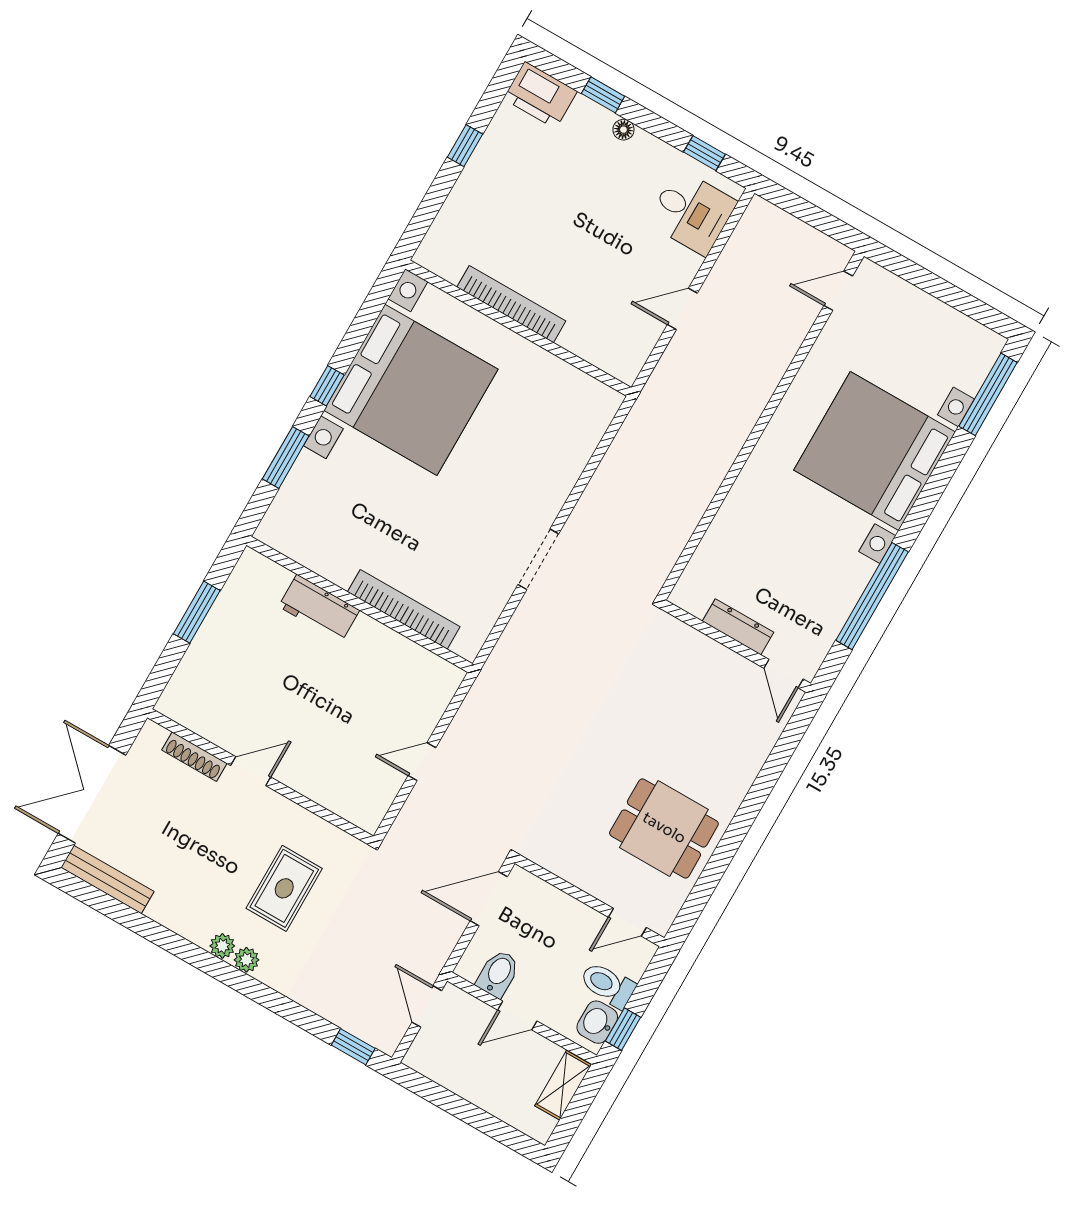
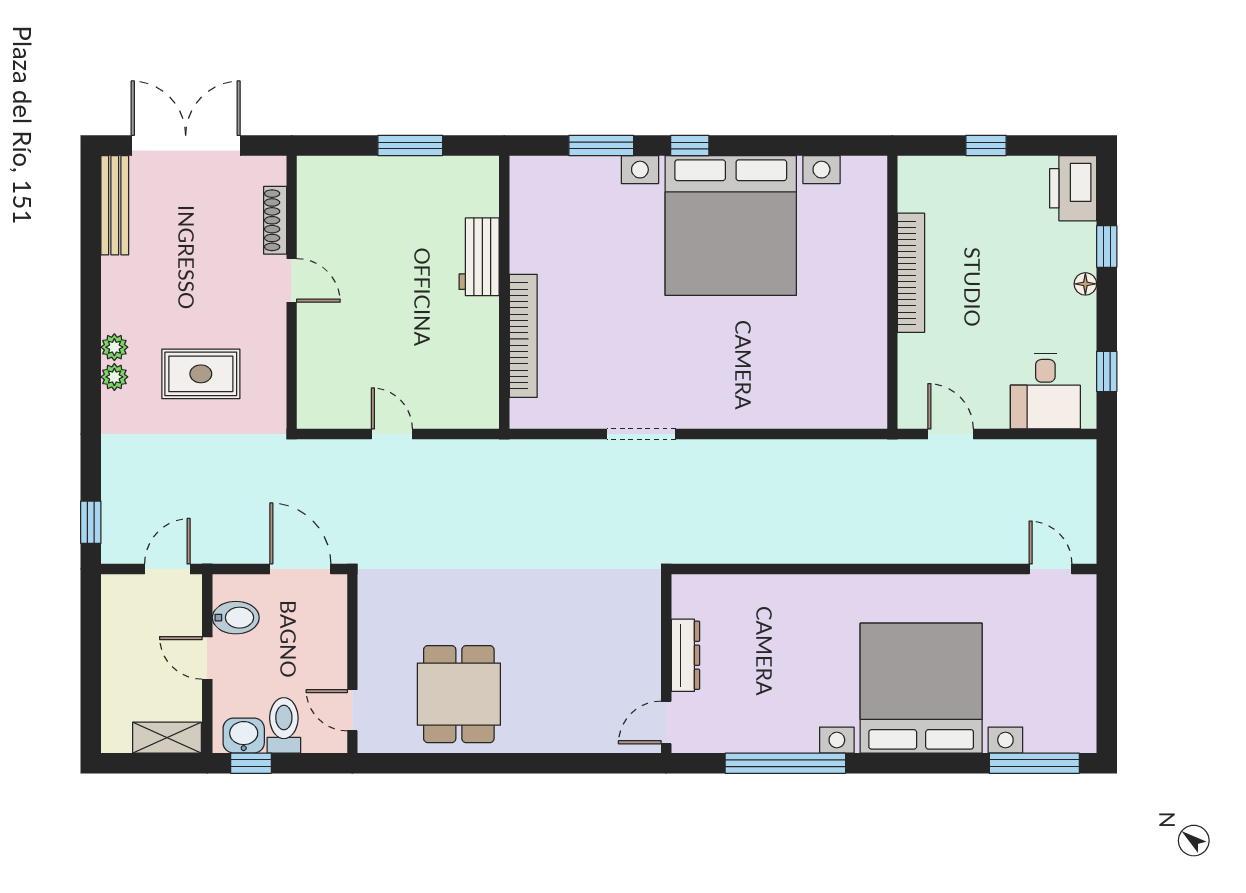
bookcase: (511, 304) -> (911, 273), moved
wall: (518, 328) -> (892, 292), moved

